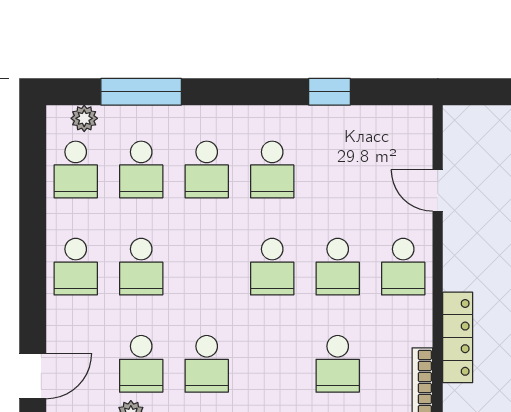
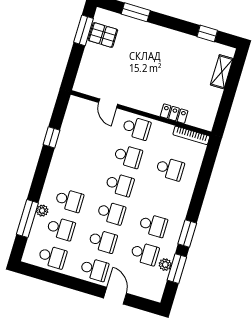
plant: (84, 118) -> (42, 211), moved
school desk: (272, 170) -> (111, 213), moved
door: (438, 190) -> (108, 103), hinge flipped
locker: (458, 337) -> (174, 114), width x0.66
door: (33, 376) -> (115, 296), moved

